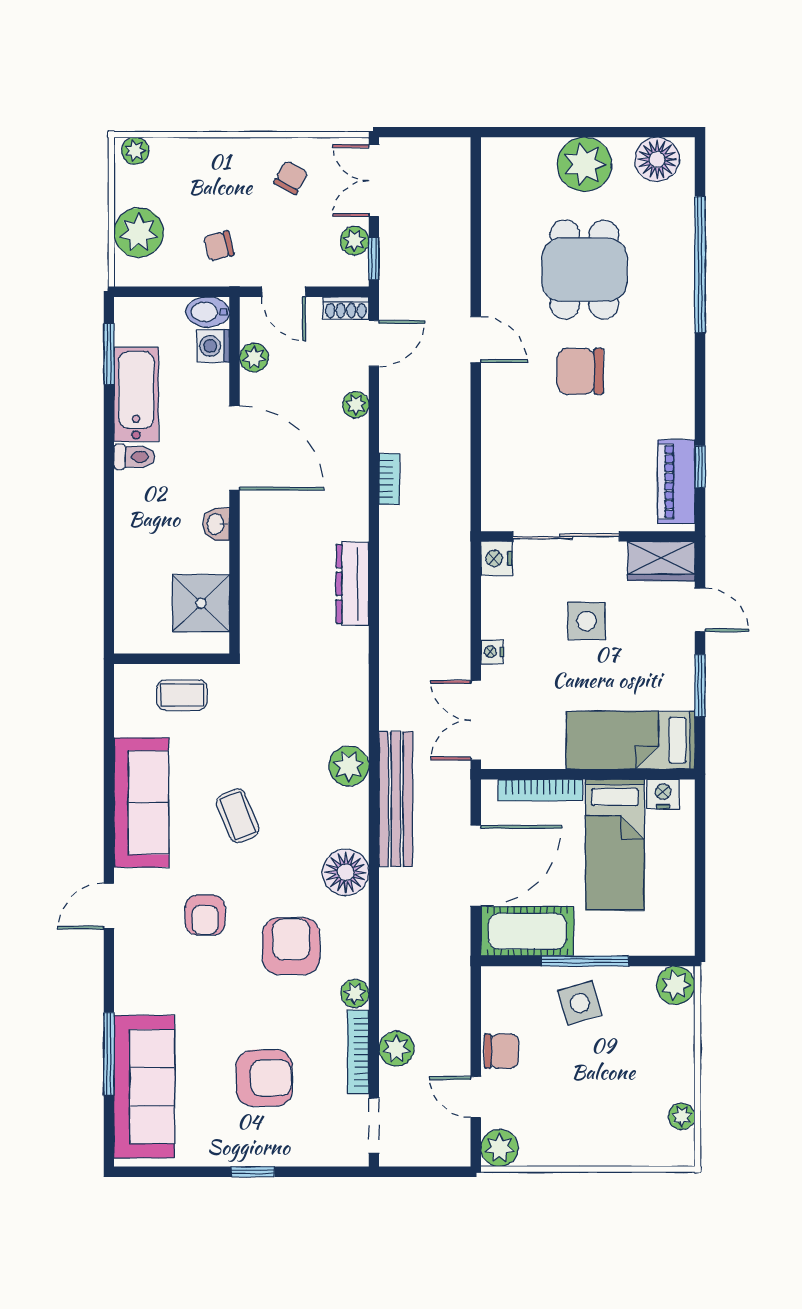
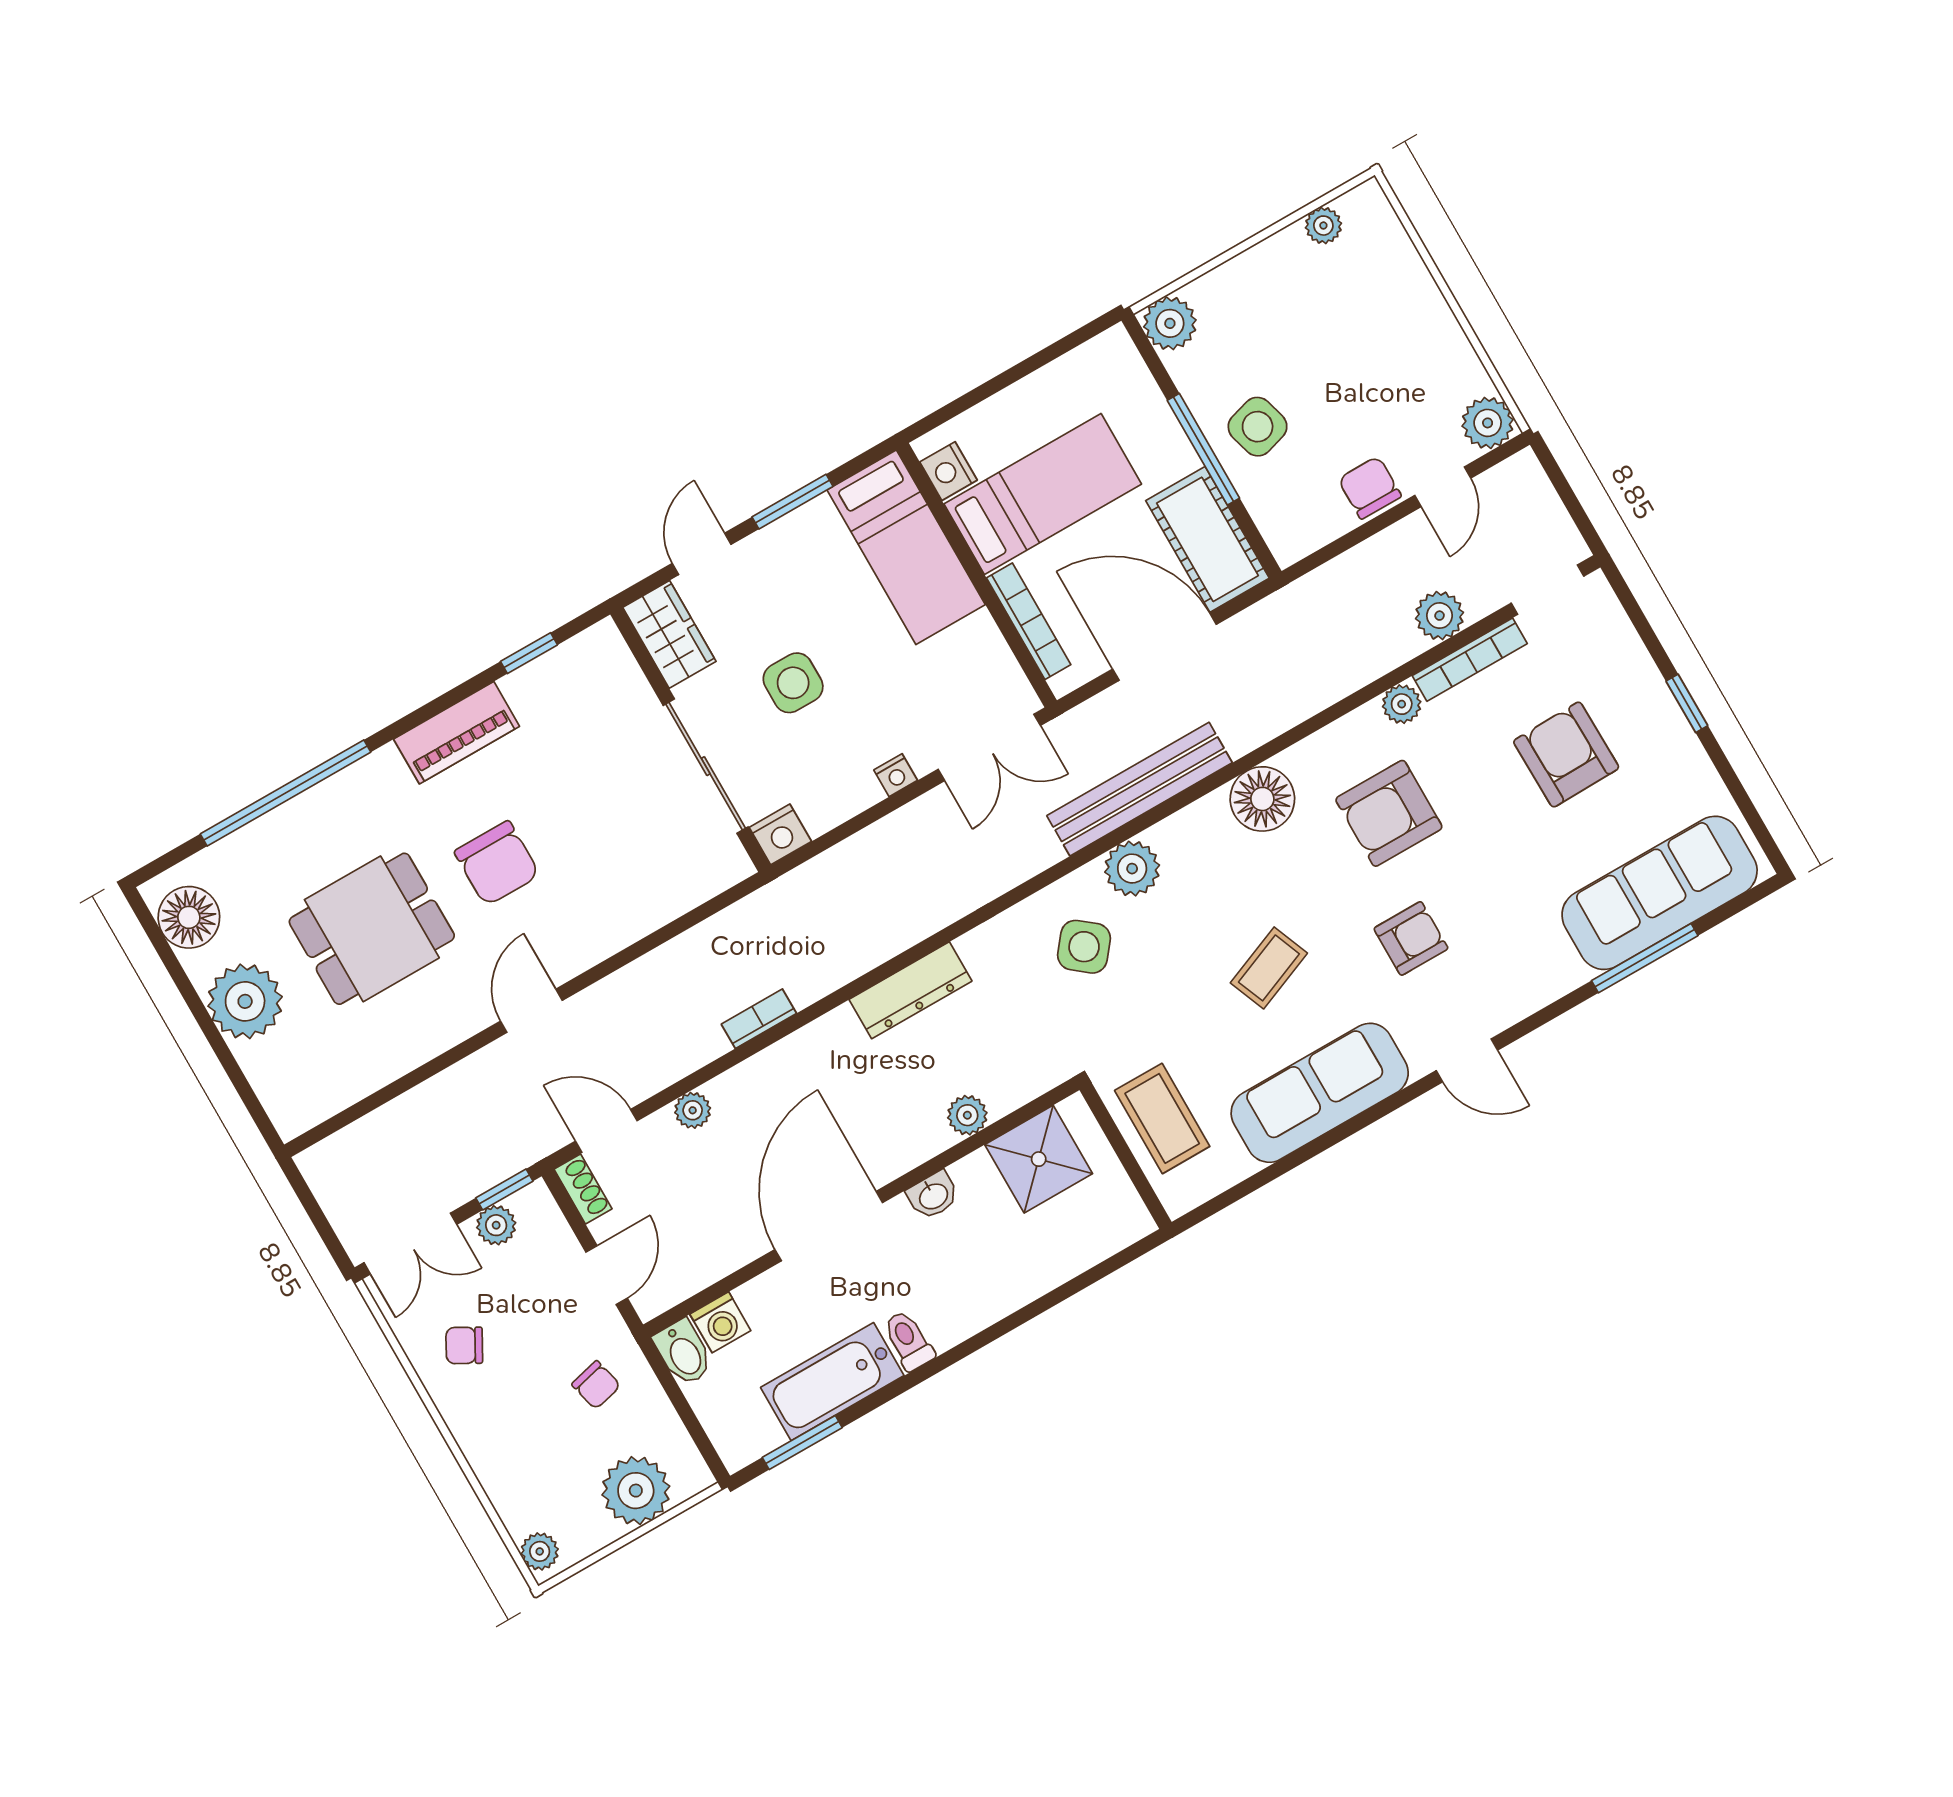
plant: (254, 358) -> (967, 1115), moved
piano: (676, 482) -> (457, 733), moved
coffee table: (182, 695) -> (1162, 1118), width x1.36, depth x1.30
side table: (317, 708) -> (1084, 947), added

